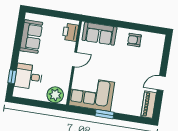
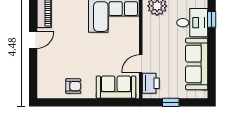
window: (56, 14) -> (171, 102), added
sofa: (31, 36) -> (197, 64), width x1.36
door: (74, 59) -> (141, 64), moved

